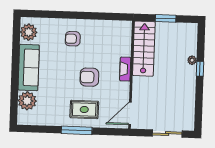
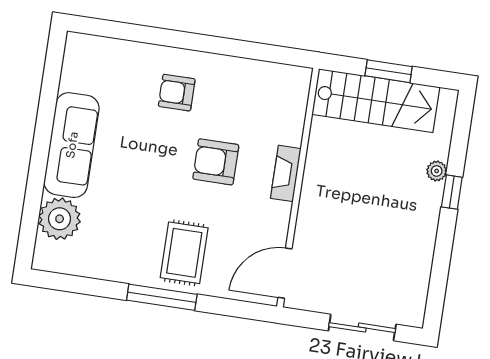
plant: (29, 32) -> (80, 67), removed
stairs: (144, 49) -> (376, 101), moved, turned 90
armchair: (89, 77) -> (216, 162), moved
rug: (84, 110) -> (184, 253), turned 90

